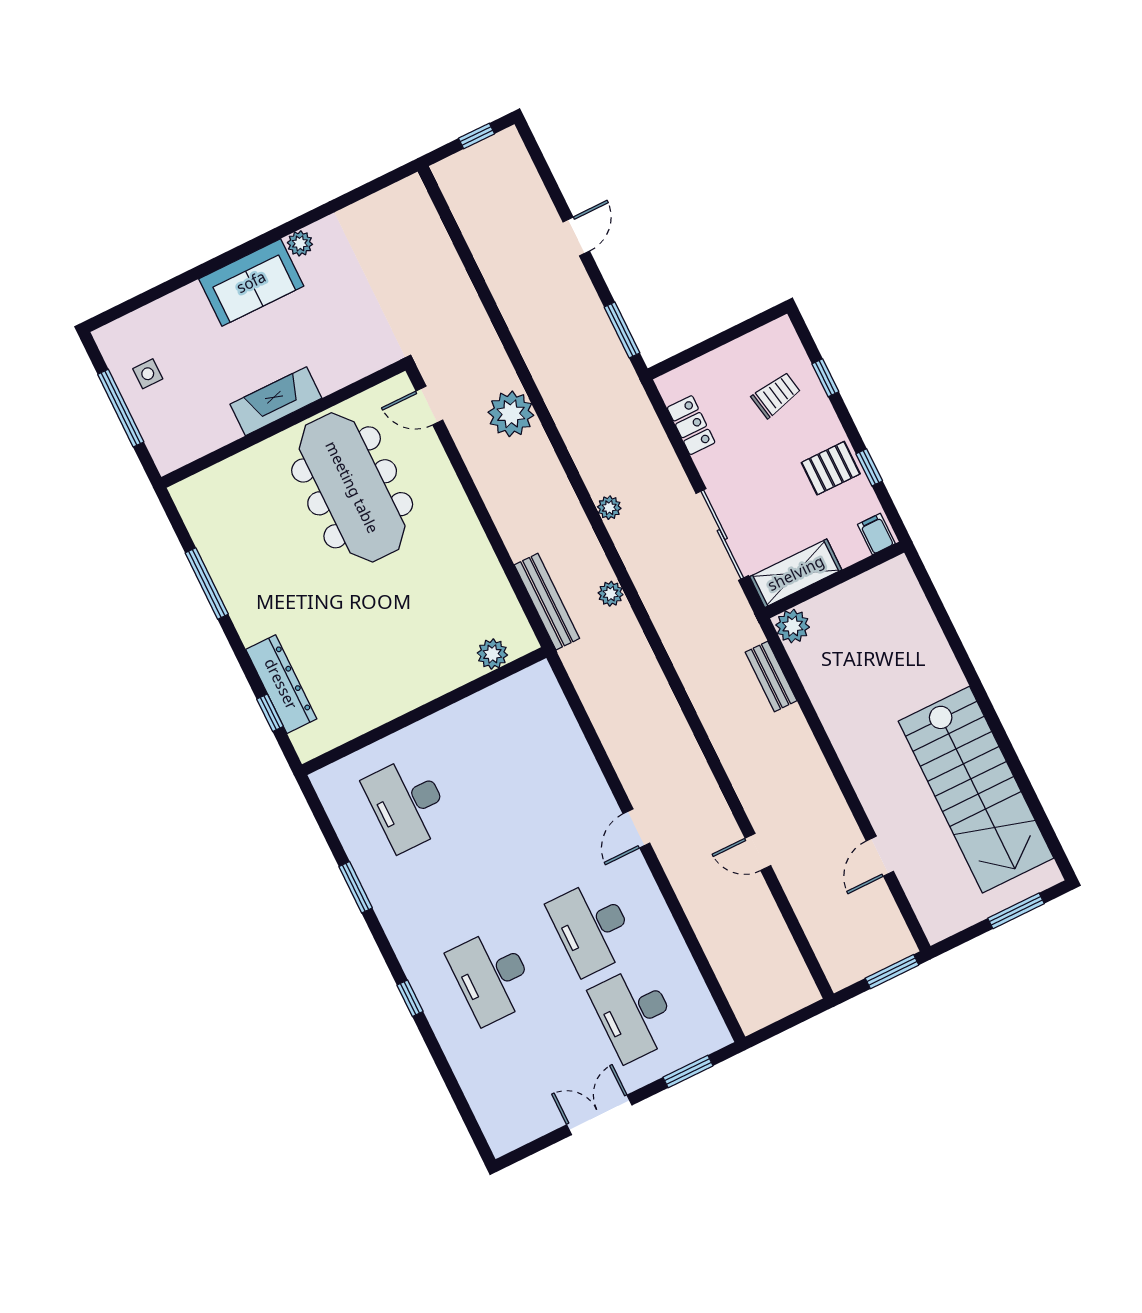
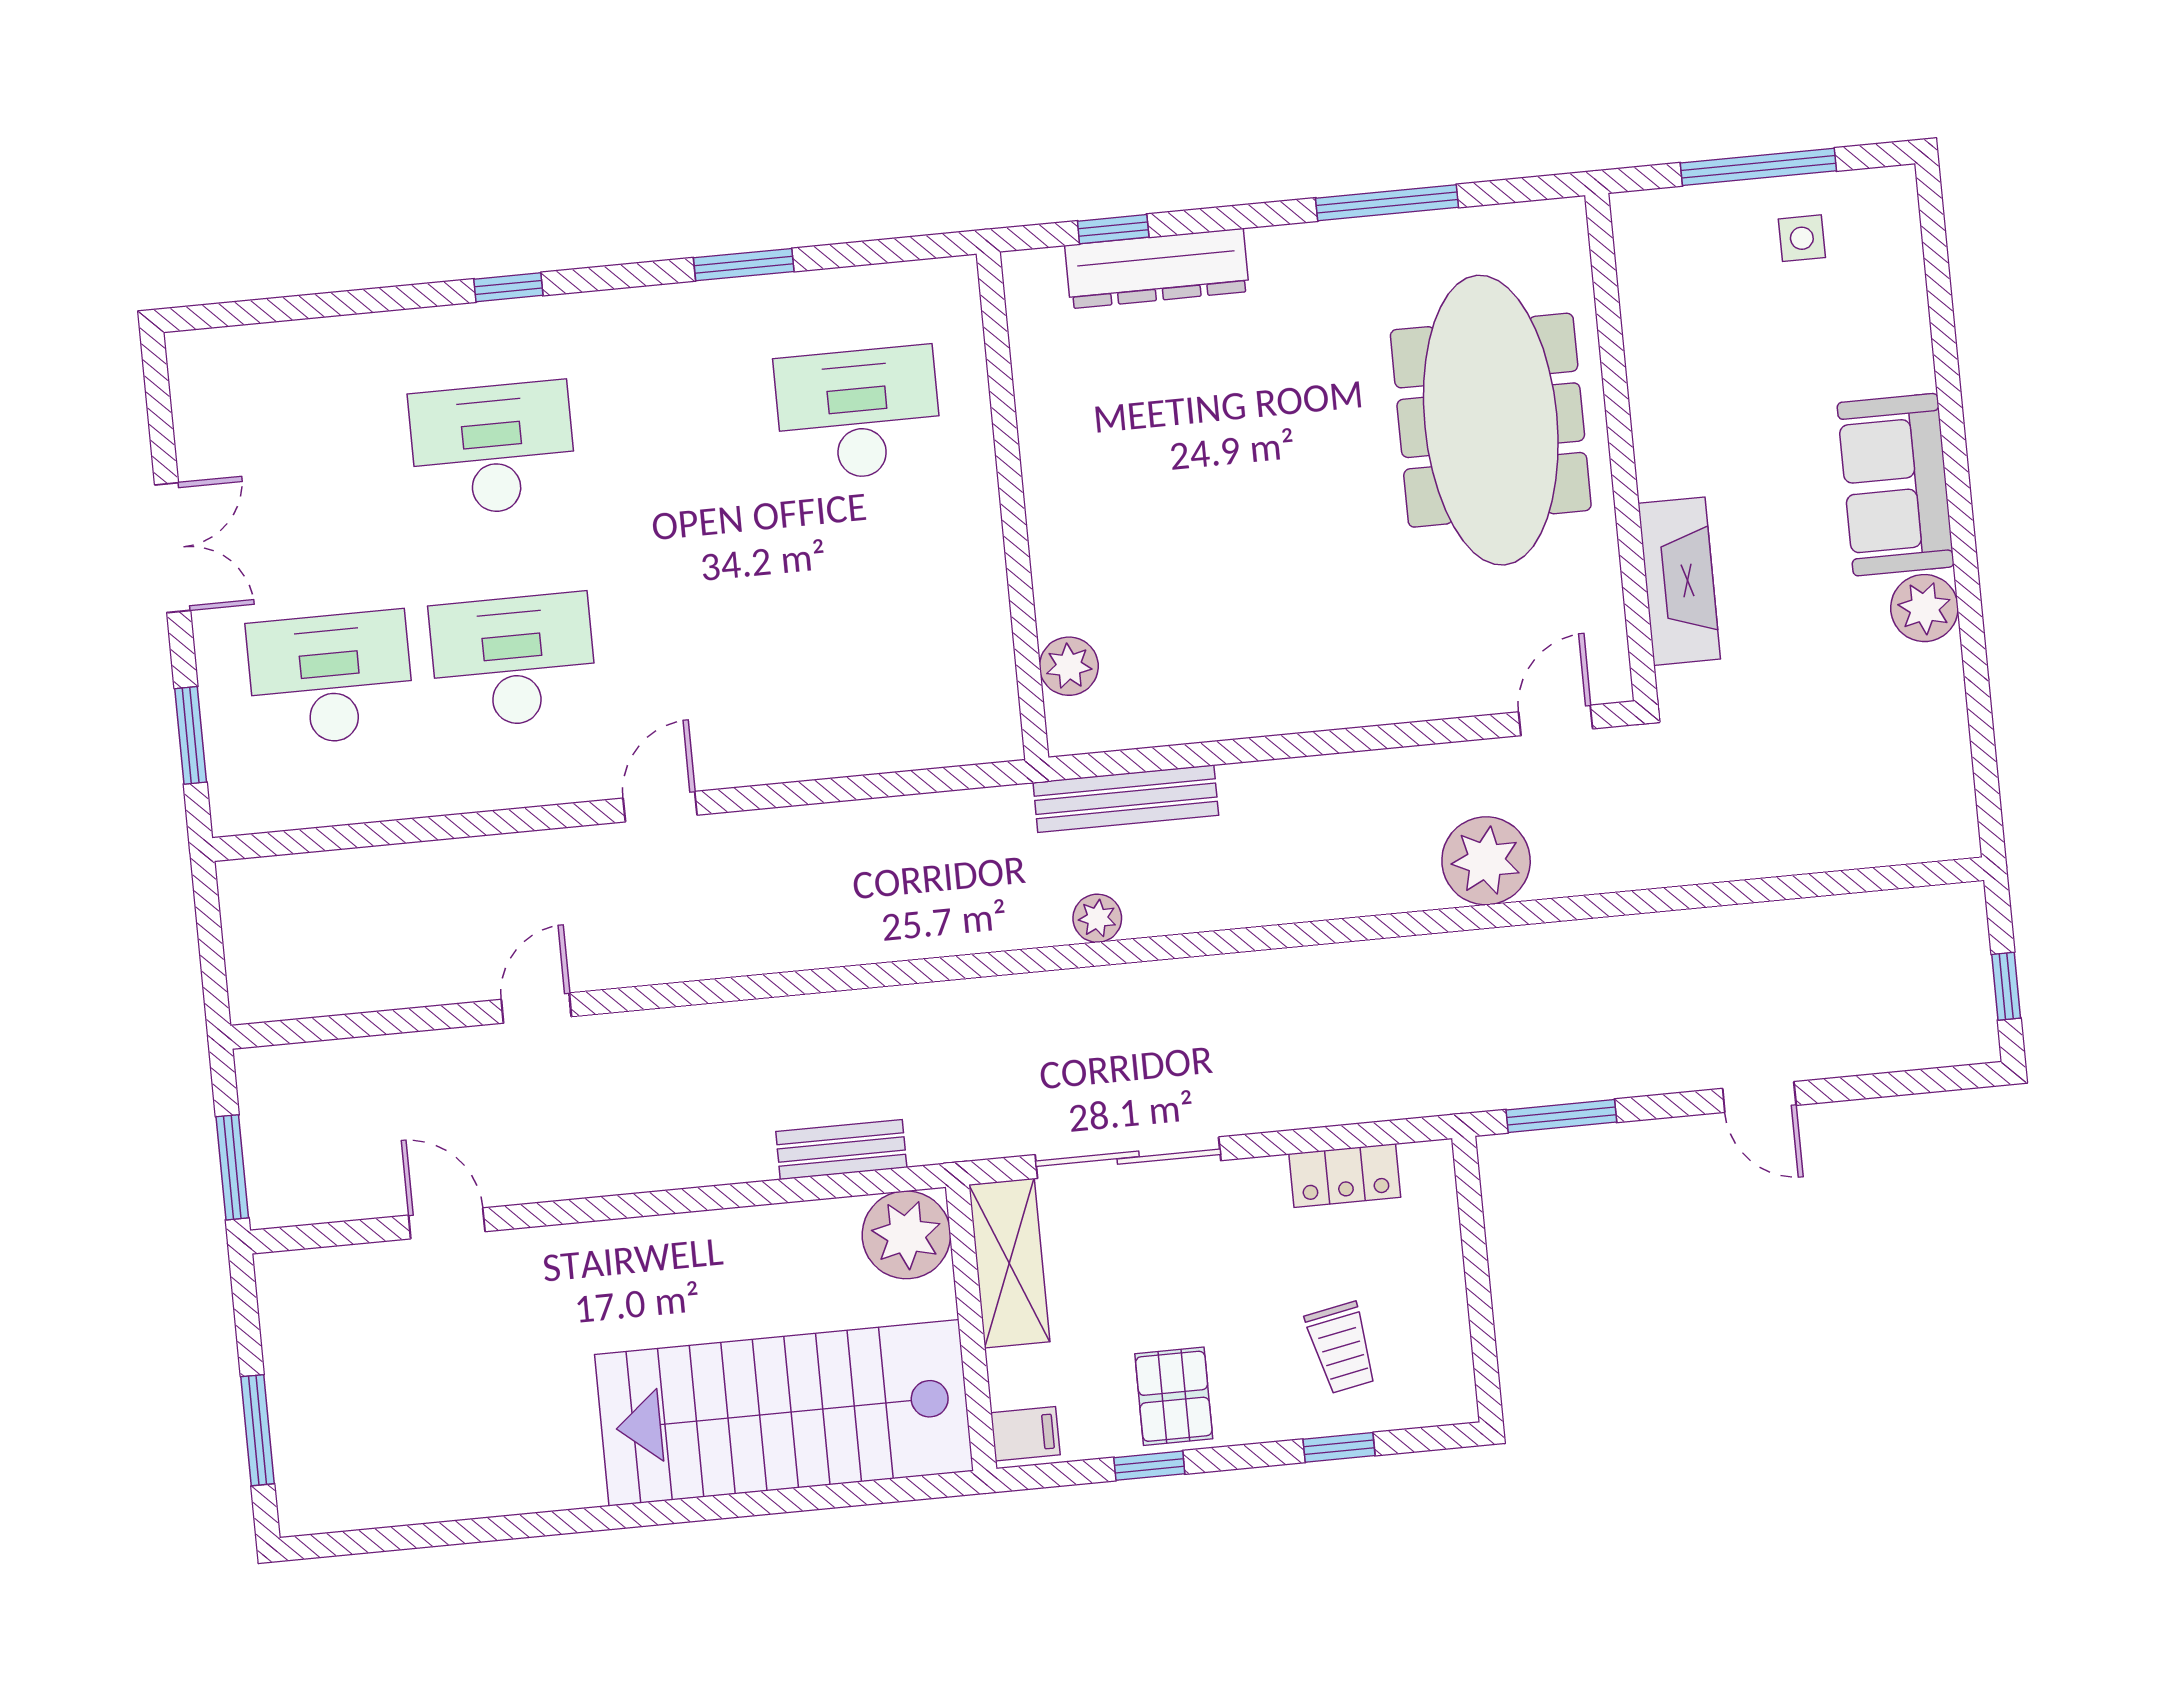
plant: (300, 243) -> (1924, 608), width x1.38, depth x1.38
fireplace: (276, 401) -> (1679, 581), moved
meeting table: (352, 487) -> (1491, 420), moved, turned 90
plant: (609, 508) -> (1252, 974), removed
plant: (793, 626) -> (906, 1235), width x1.36, depth x1.36
stairs: (976, 790) -> (784, 1413), moved
door: (636, 828) -> (660, 807), hinge flipped

